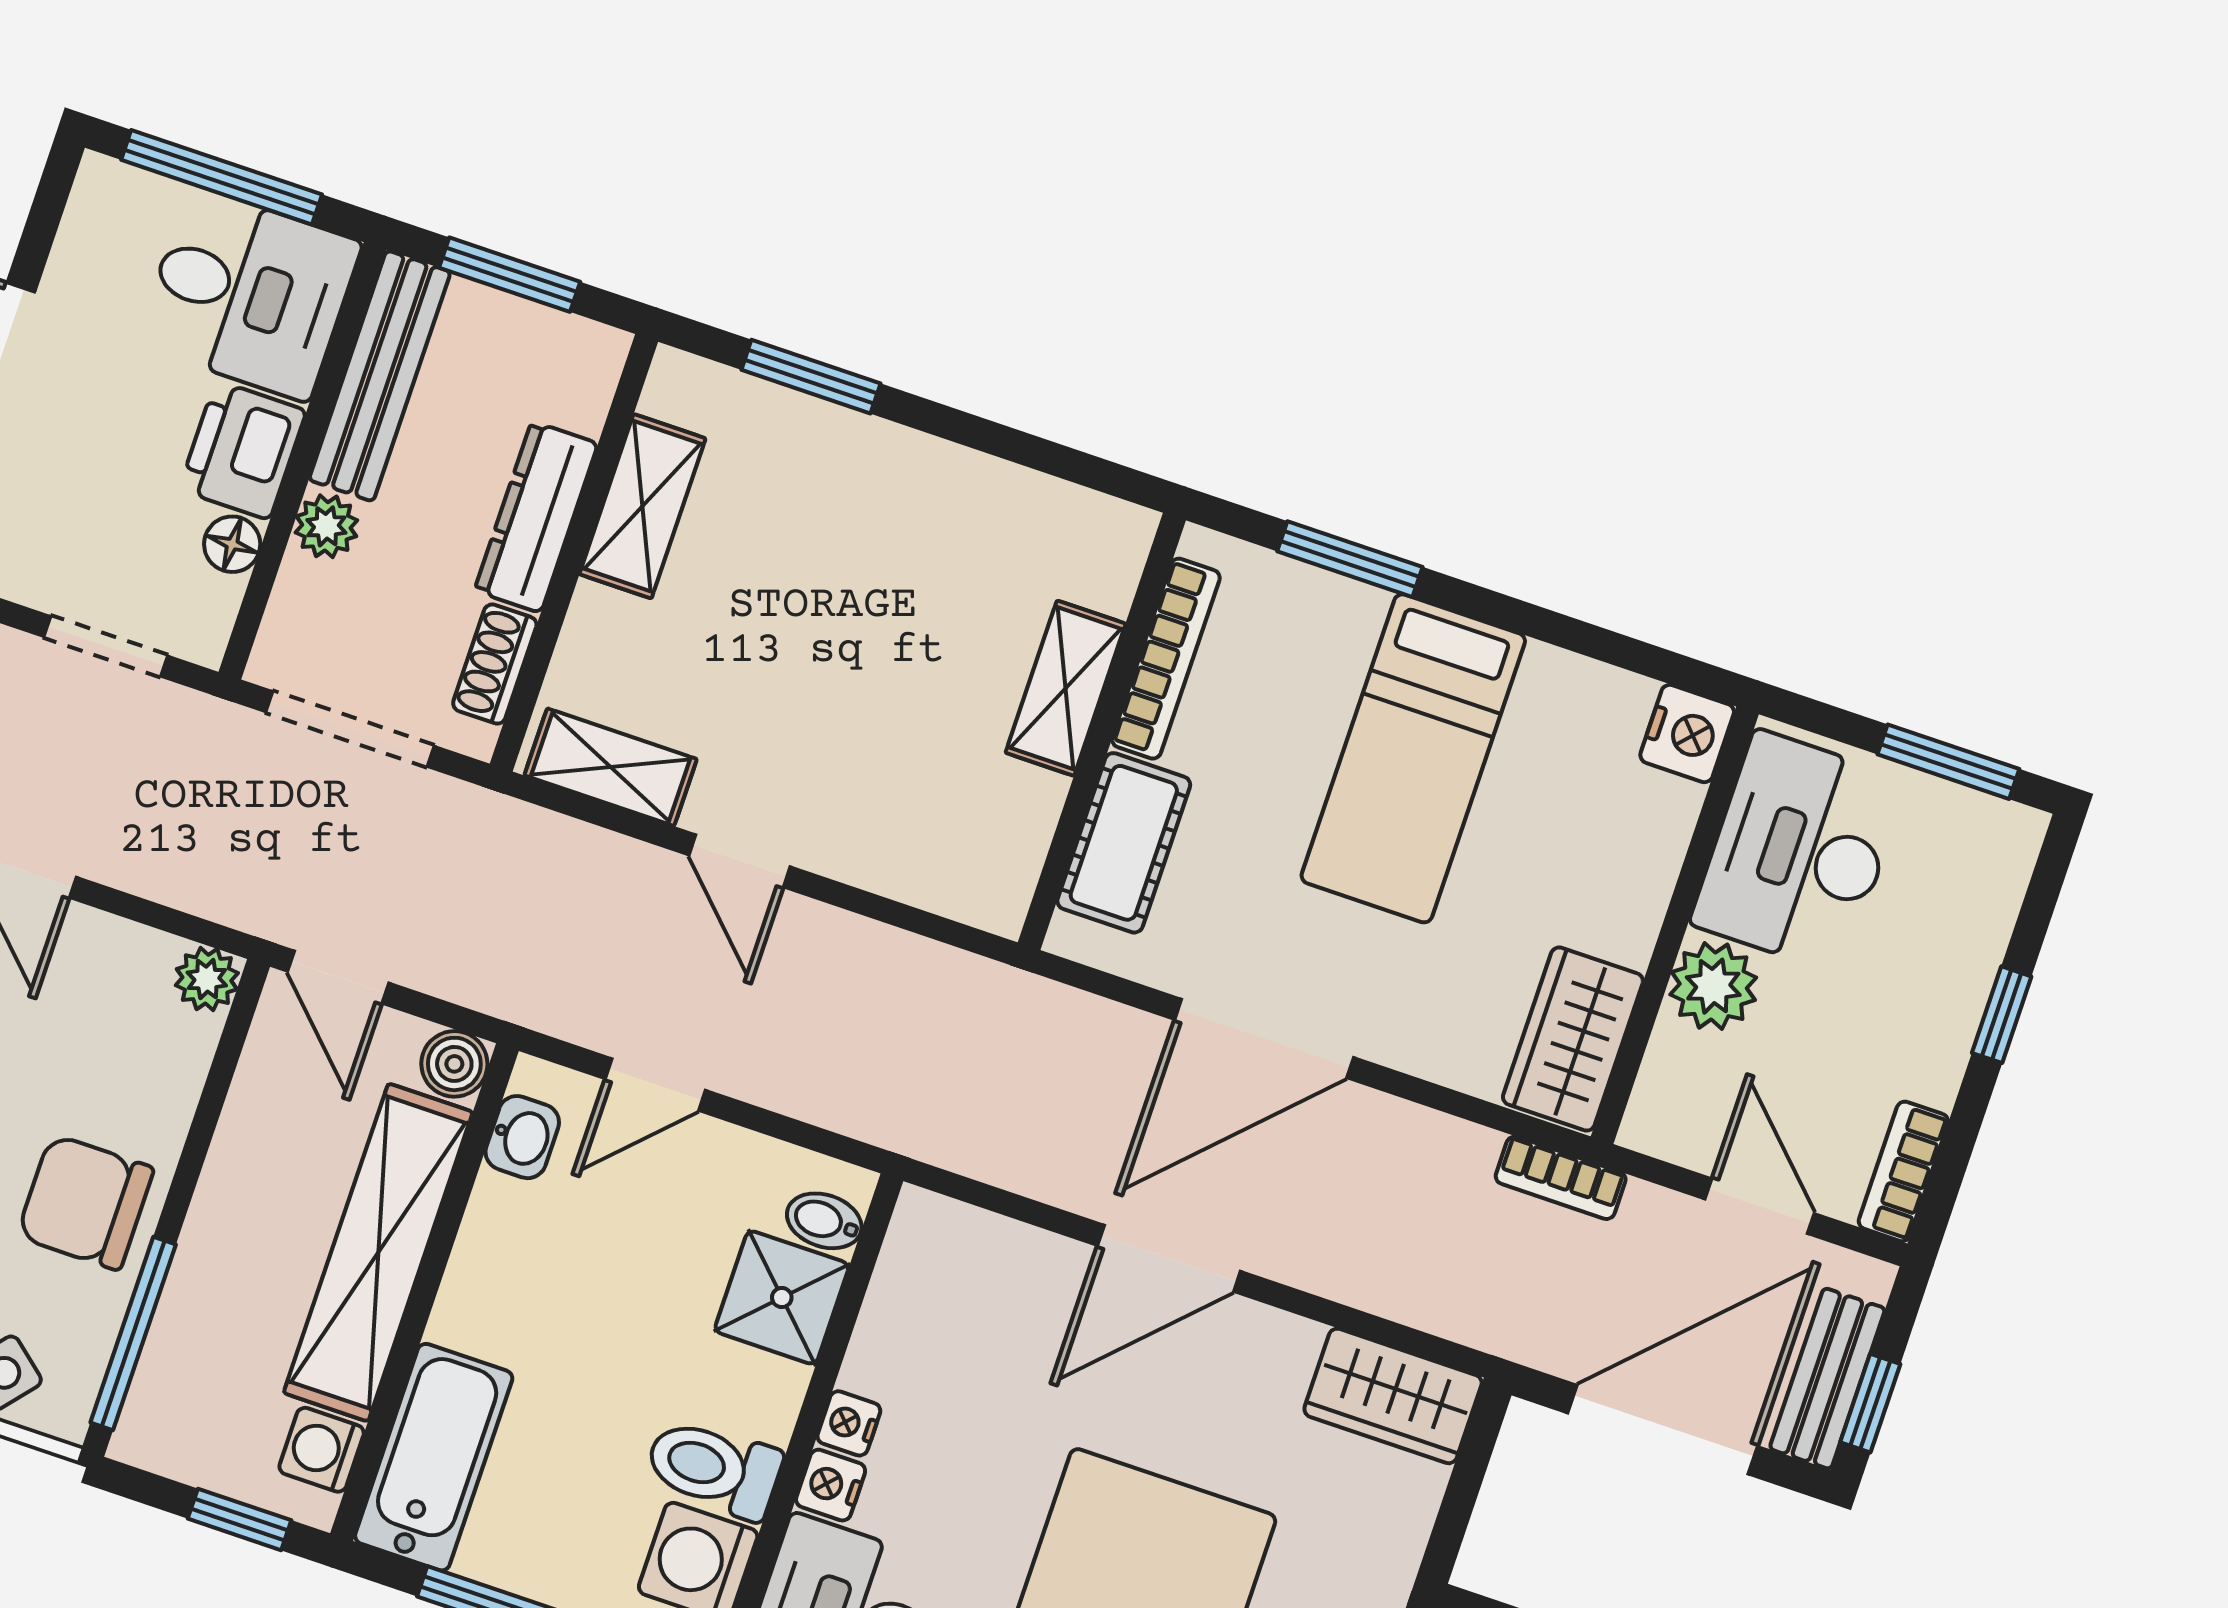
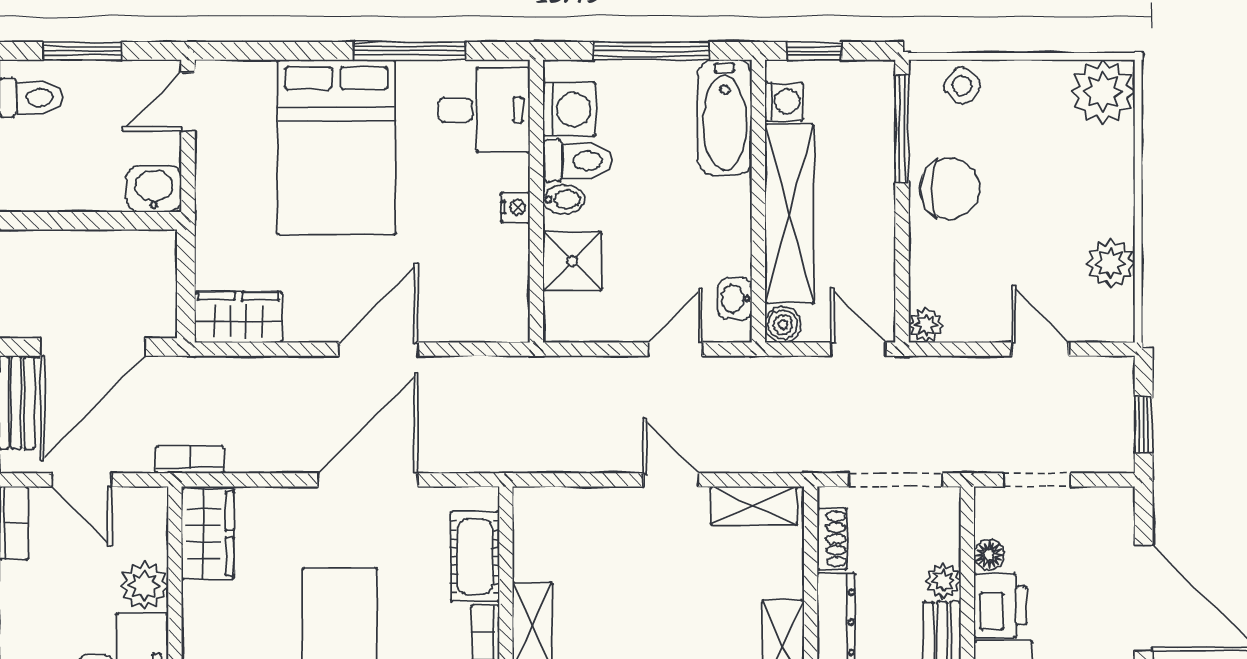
bidet: (824, 1221) -> (564, 200), moved
nightstand: (831, 1485) -> (514, 172), removed

